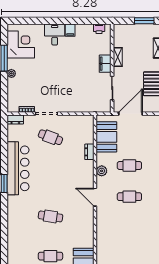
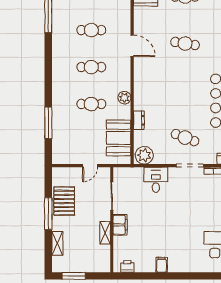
desk: (55, 34) -> (156, 180), moved, turned 180
door: (131, 114) -> (90, 166), width x0.53
plant: (85, 122) -> (144, 155), added
door: (95, 197) -> (132, 46), moved
cafe table: (129, 228) -> (91, 30), added

